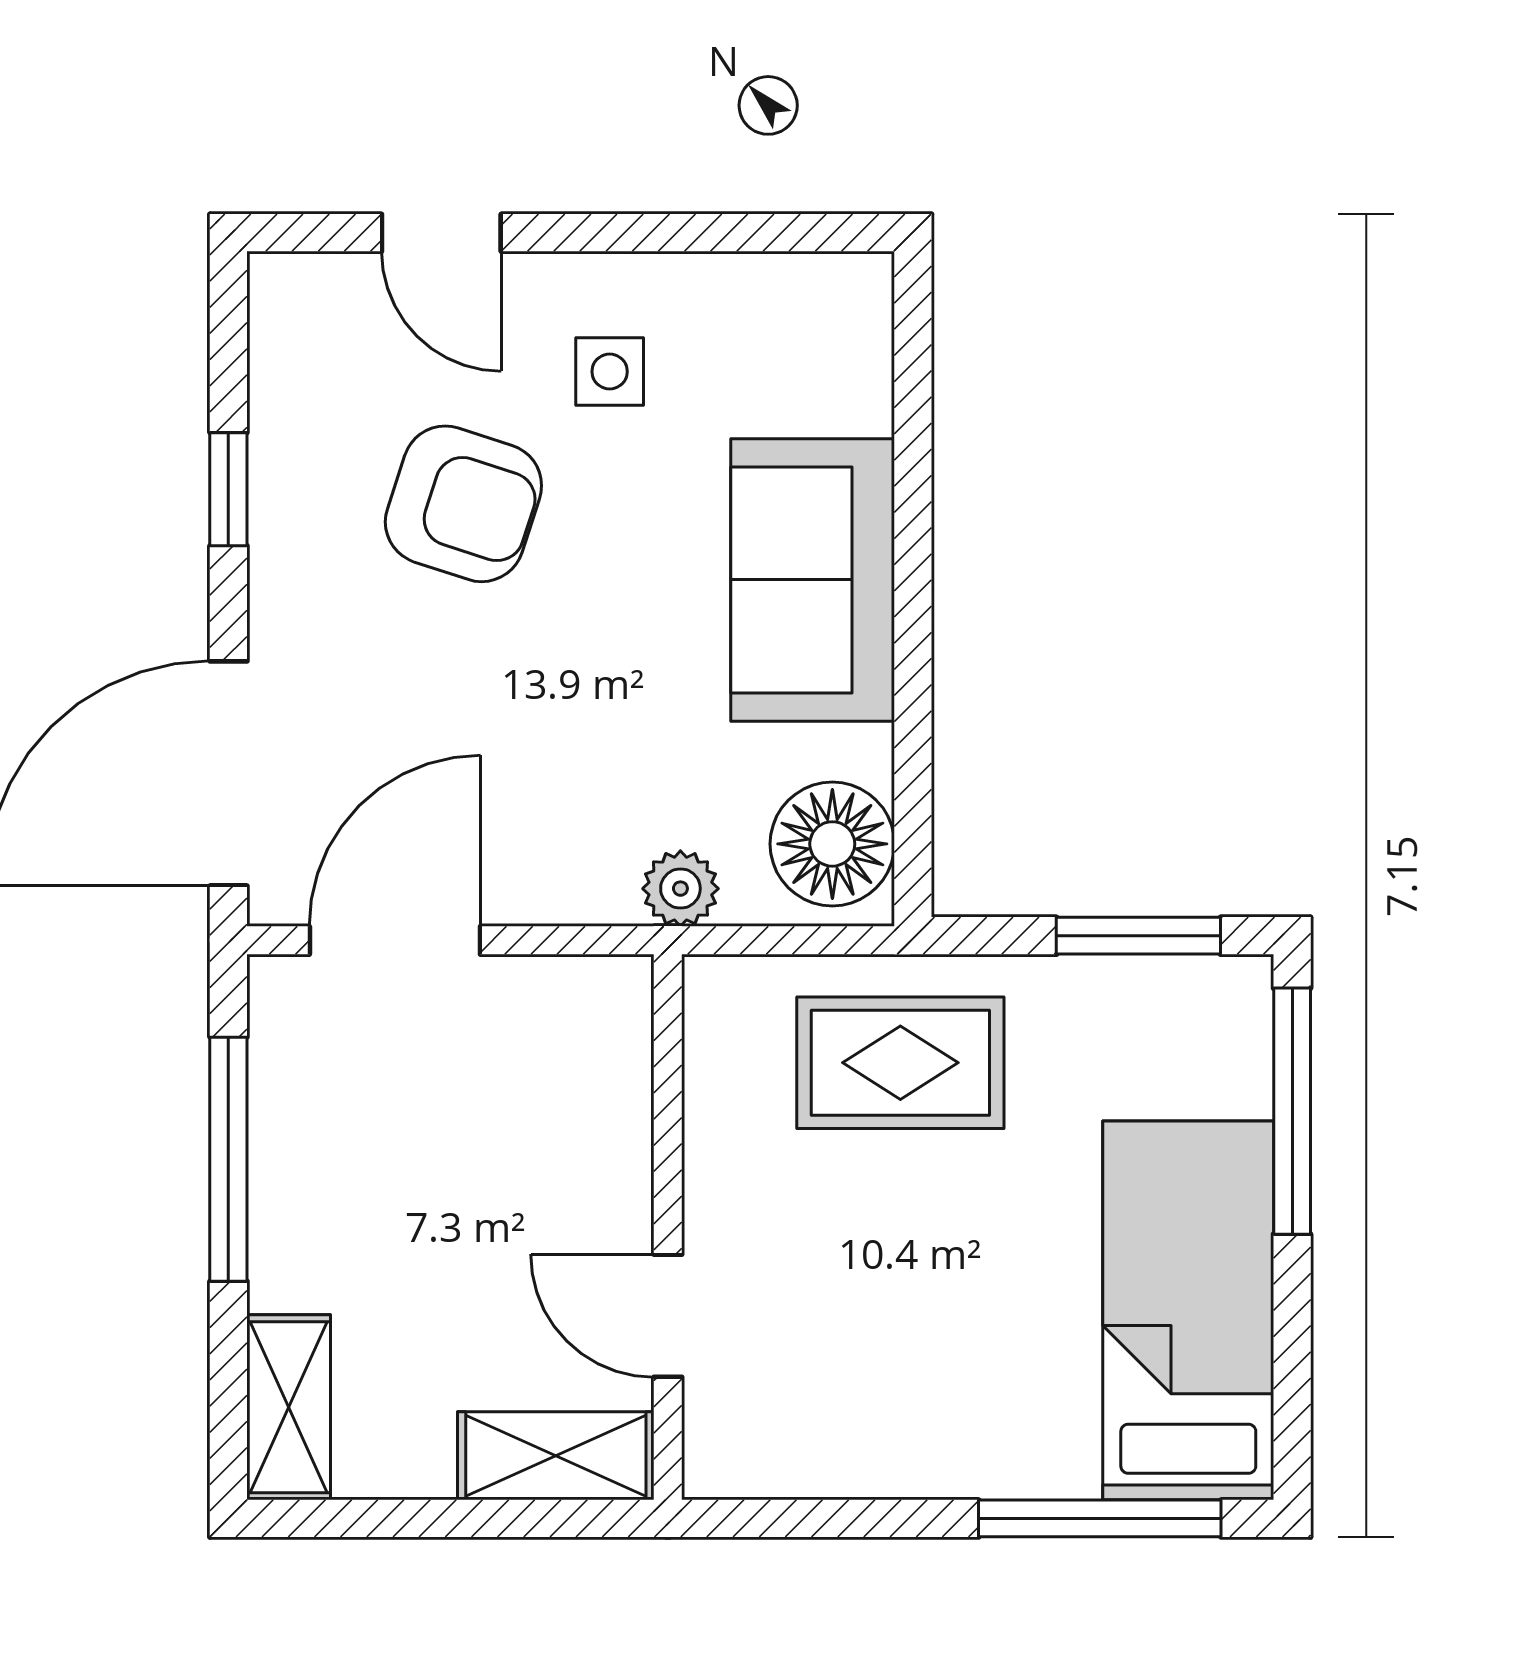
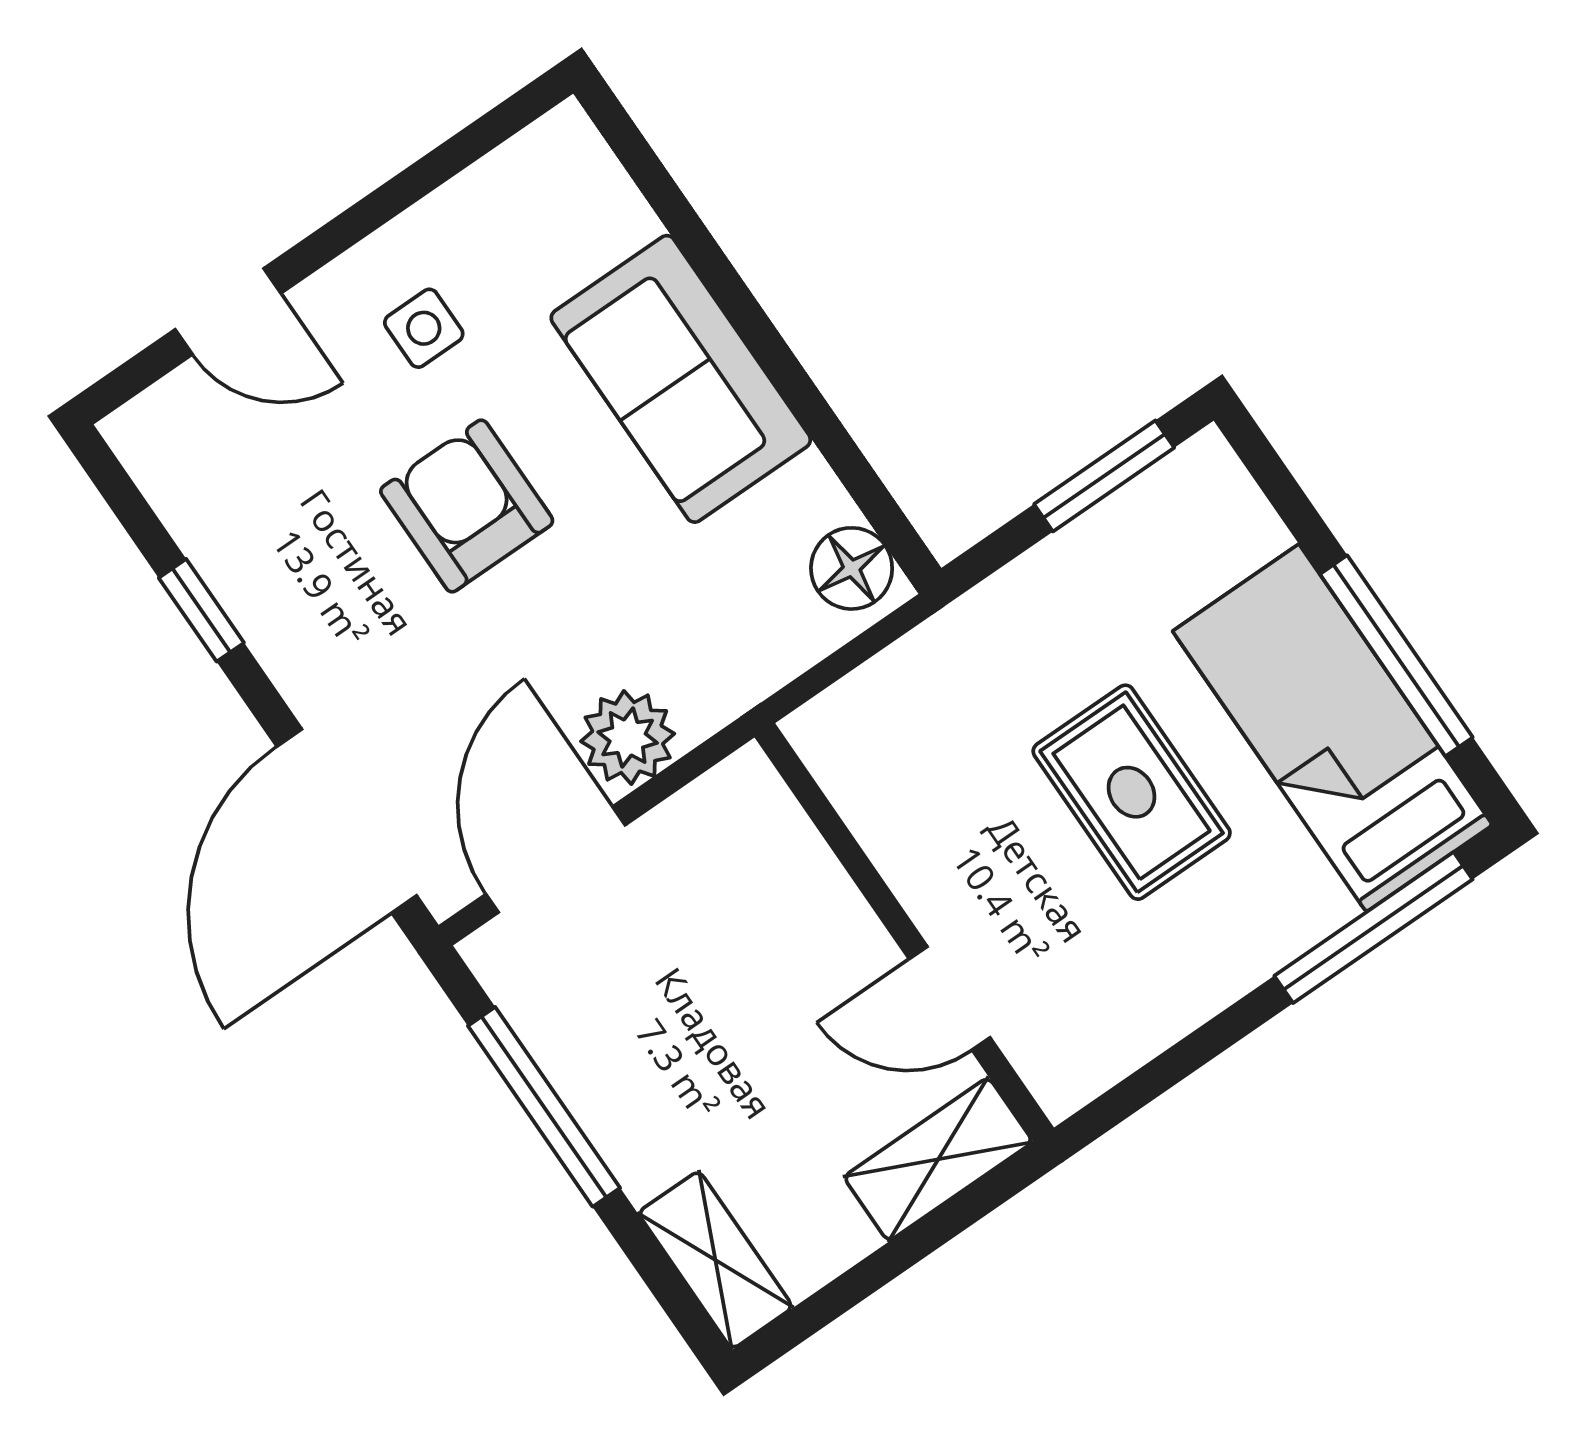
armchair: (463, 504) -> (467, 506), moved, turned -108
floor lamp: (832, 844) -> (852, 568), width x0.73, depth x0.73
plant: (680, 889) -> (628, 738), moved, width x1.38, depth x1.38
rug: (900, 1063) -> (1132, 792), moved, turned 90
window: (1292, 1111) -> (1396, 656), moved

